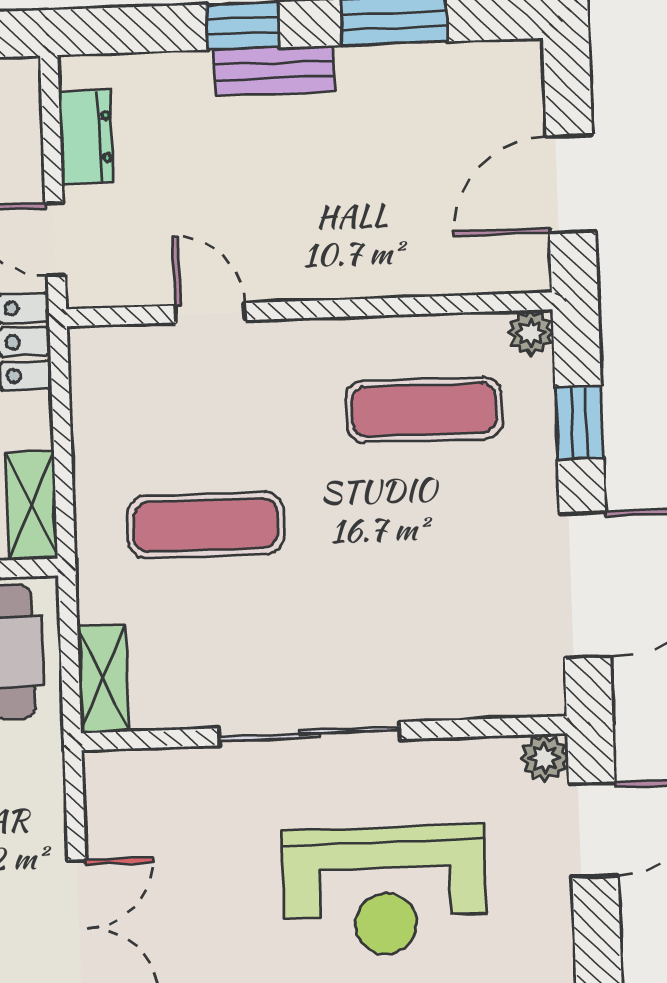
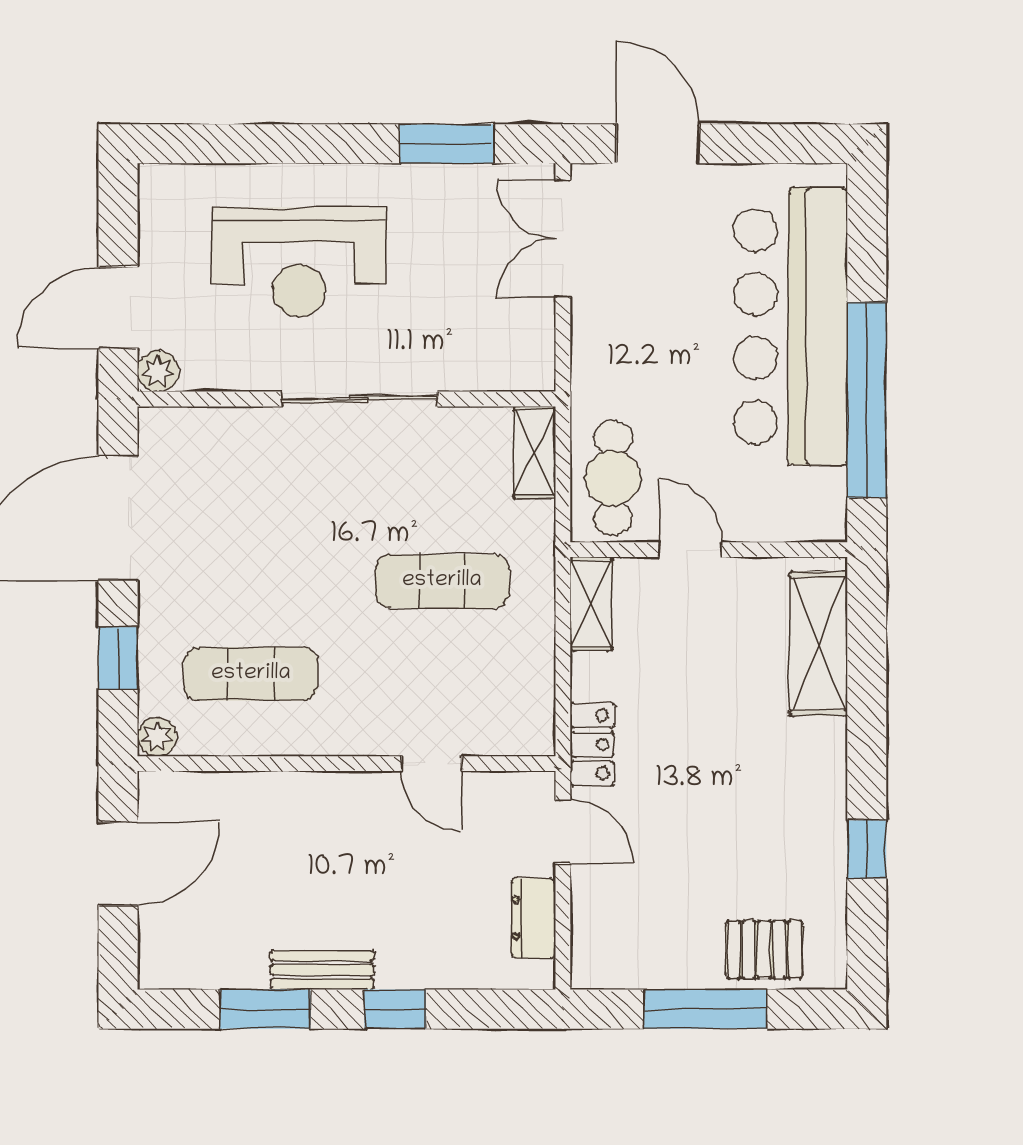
bench: (274, 70) -> (322, 970), moved
reception desk: (385, 891) -> (299, 262), turned 180

